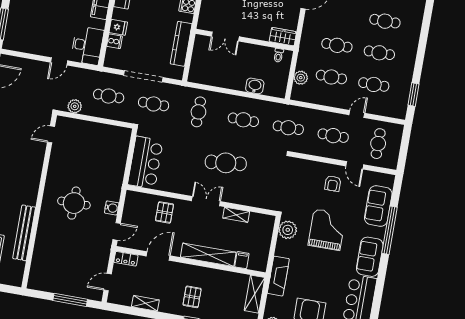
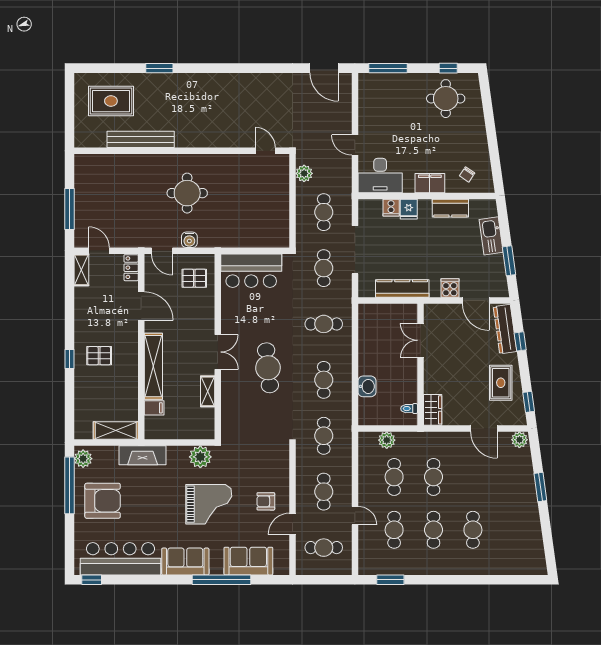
pallet: (164, 212) -> (194, 278), moved
shelving: (145, 303) -> (81, 270), moved

